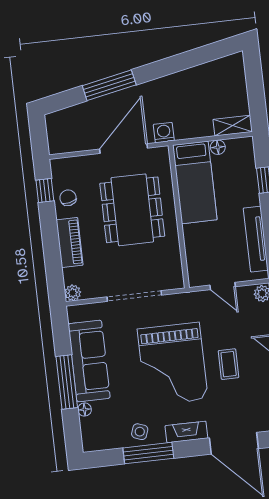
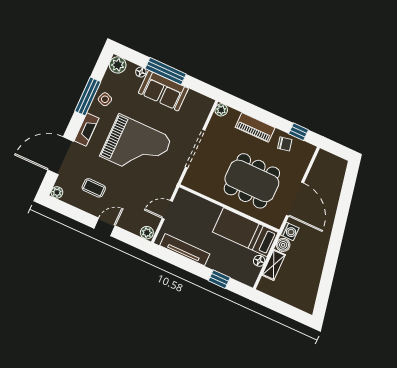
window: (109, 85) -> (342, 215), removed
shelving: (233, 126) -> (274, 265), moved
boiler: (183, 131) -> (283, 245), added
sofa: (89, 361) -> (163, 91), width x0.73
grand piano: (173, 364) -> (136, 147), turned 180
coffee table: (229, 364) -> (94, 188), moved
plant: (92, 441) -> (118, 65), added

